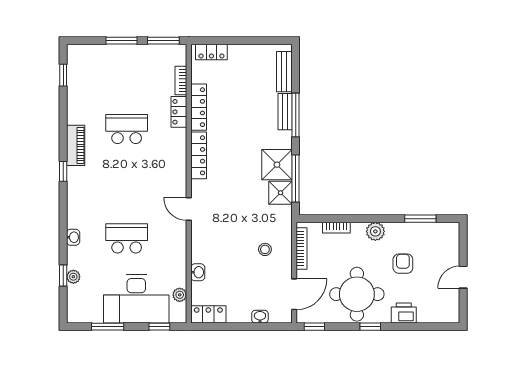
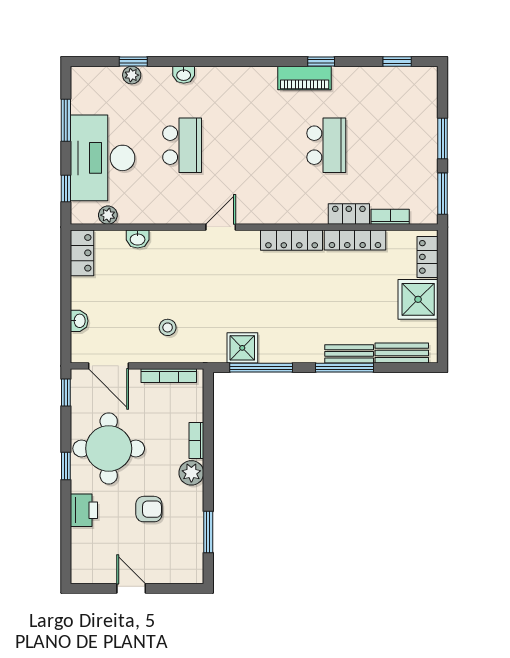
shower: (277, 165) -> (418, 299), moved
window: (63, 171) -> (321, 62), moved
bookcase: (336, 228) -> (196, 441), moved

